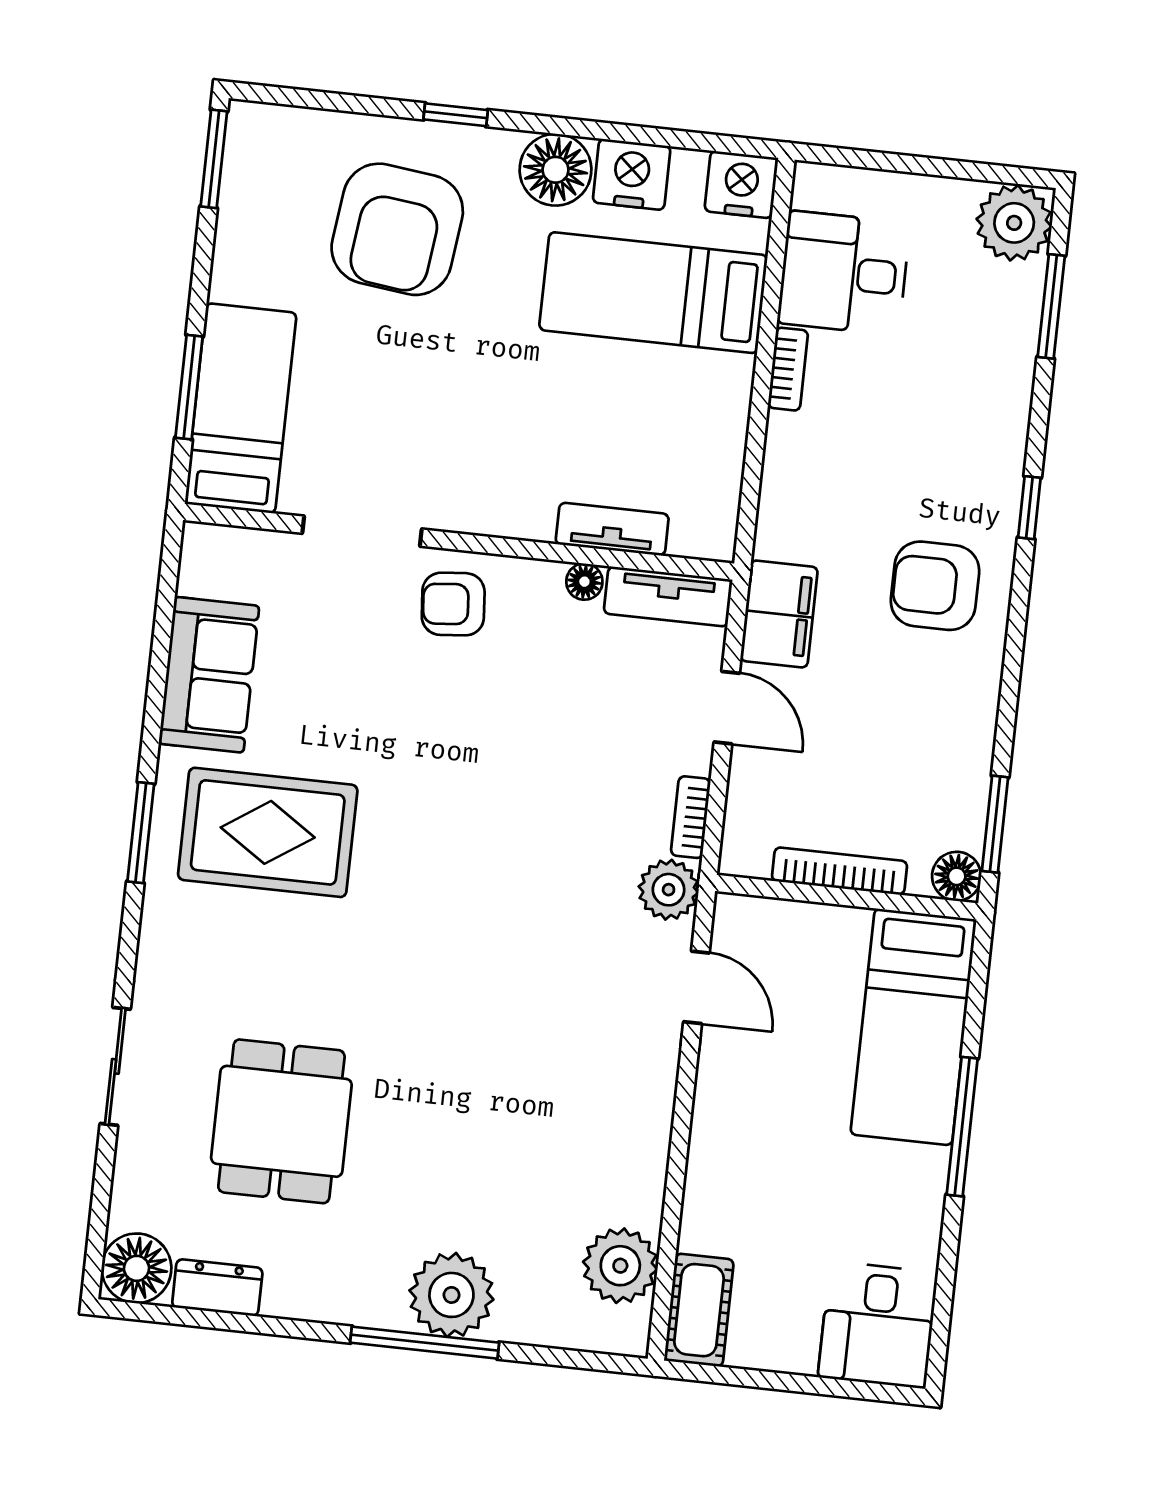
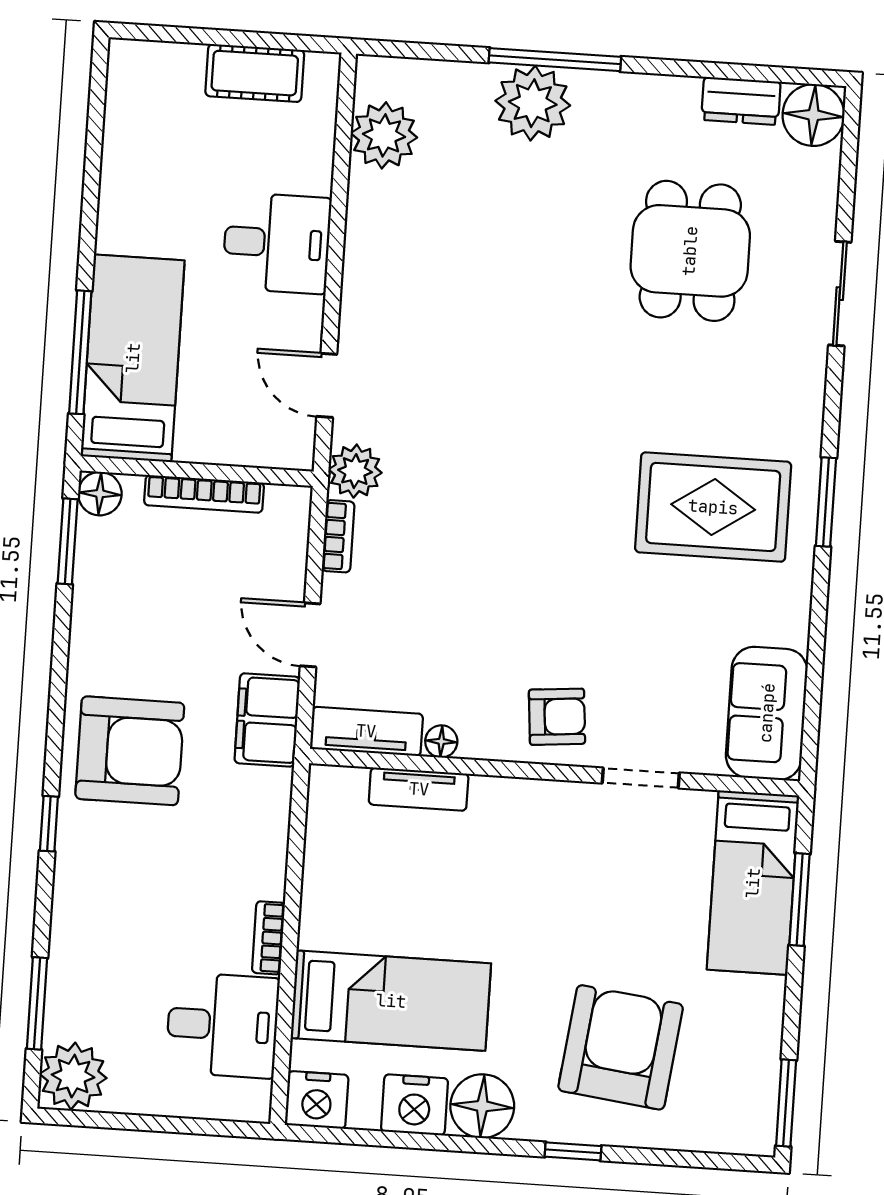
doorway: (362, 531) -> (641, 778), width x0.73
armchair: (935, 586) -> (130, 751), width x1.36, depth x1.36
sofa: (209, 675) -> (767, 713), moved
window: (962, 1127) -> (80, 352), moved
cot: (699, 1310) -> (255, 73), moved, turned 90
desk: (878, 1325) -> (277, 243), moved, turned 90

